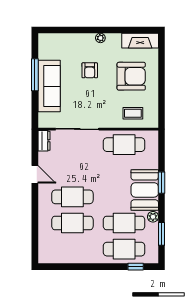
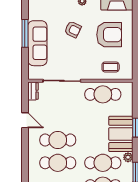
armchair: (90, 70) -> (73, 29), turned -64

